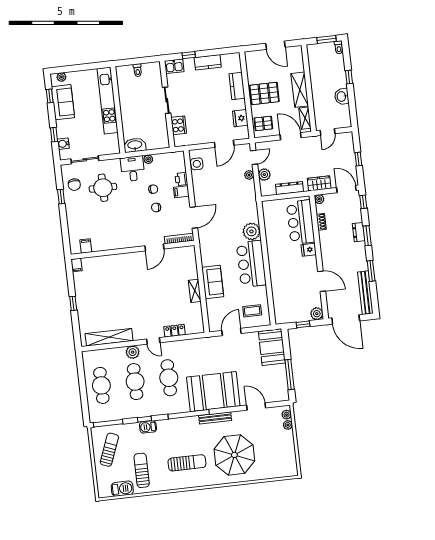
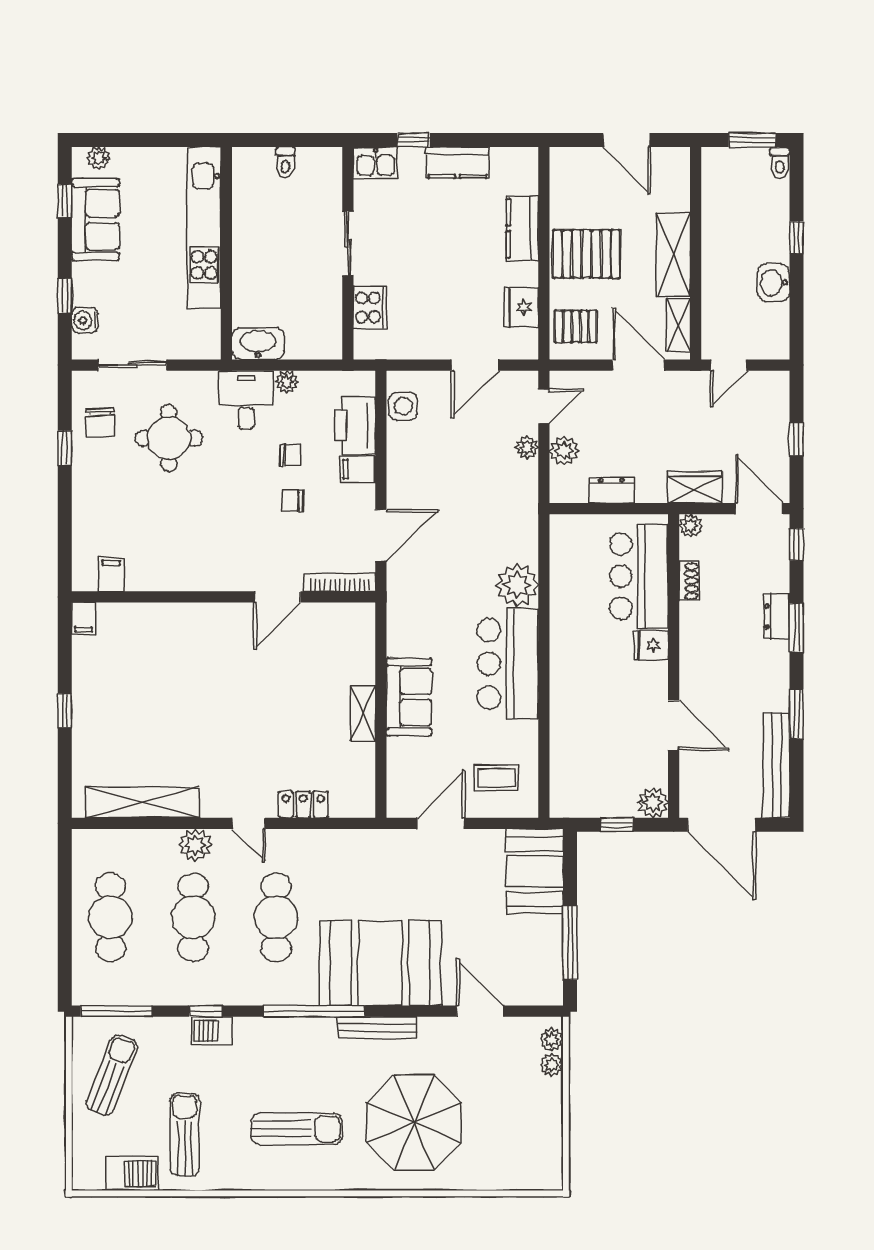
printer: (181, 179) -> (355, 425), width x1.87, depth x1.48
dresser: (290, 188) -> (612, 490), width x0.70

